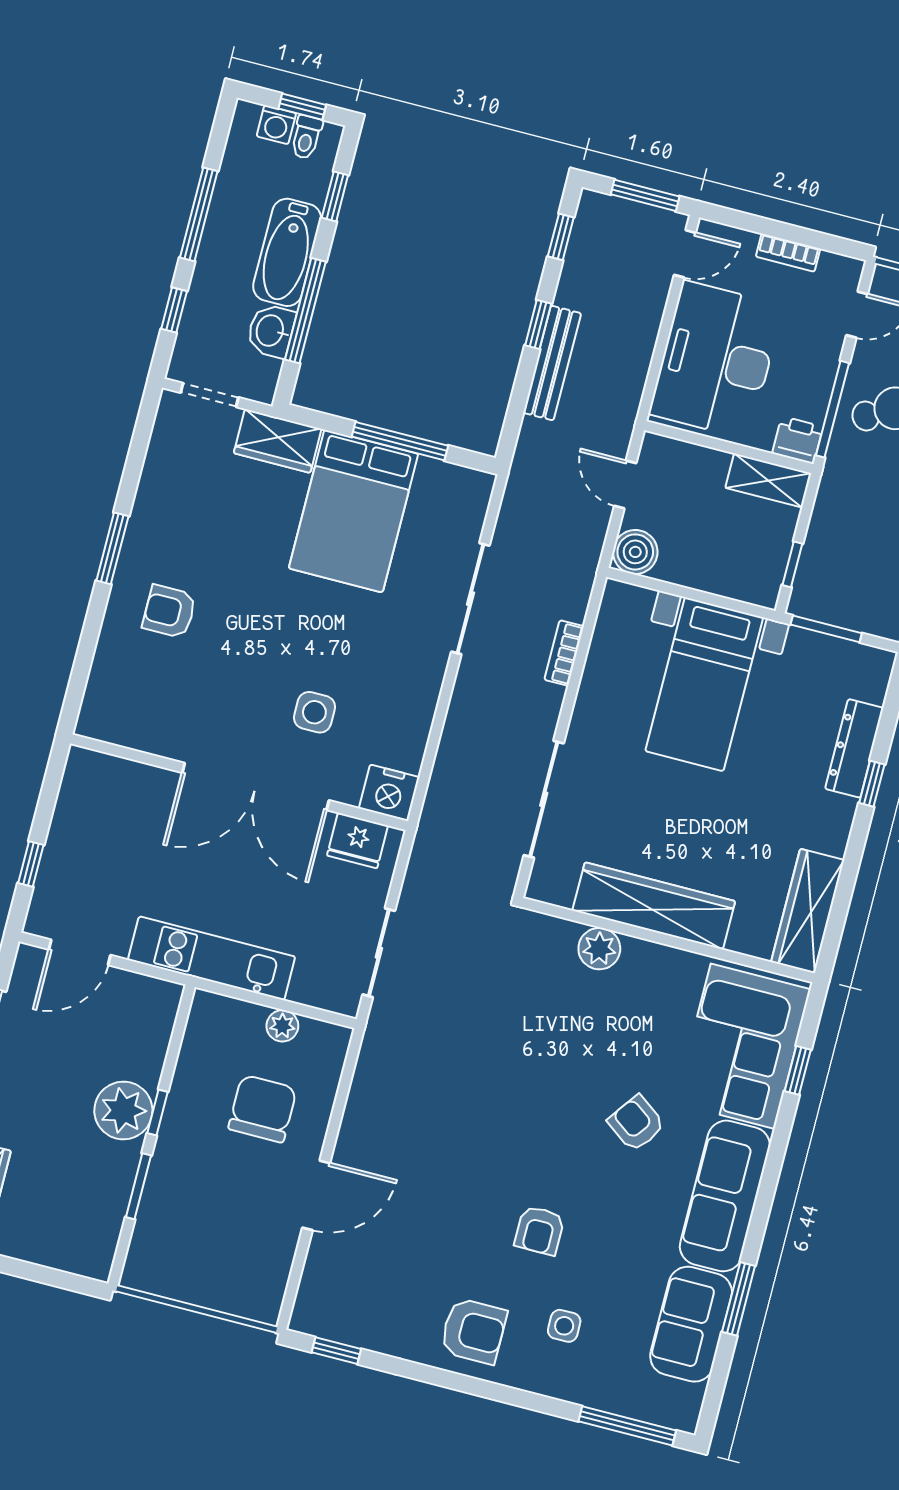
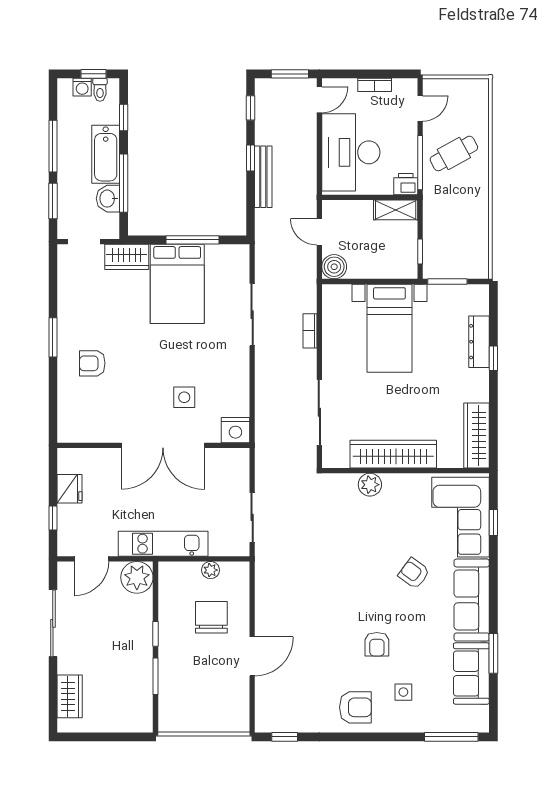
window: (174, 310) -> (53, 201), width x1.50
fridge: (357, 841) -> (70, 489), moved, turned -90
plant: (123, 1111) -> (137, 577), moved

